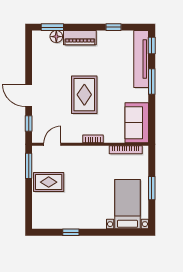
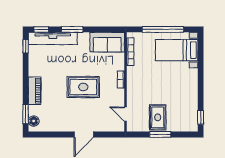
window: (114, 27) -> (26, 46), moved
floor lamp: (56, 37) -> (34, 121), moved
window: (29, 123) -> (108, 134), removed
window: (29, 166) -> (160, 134), moved
window: (152, 188) -> (163, 29), width x2.11
window: (71, 232) -> (201, 117), moved

